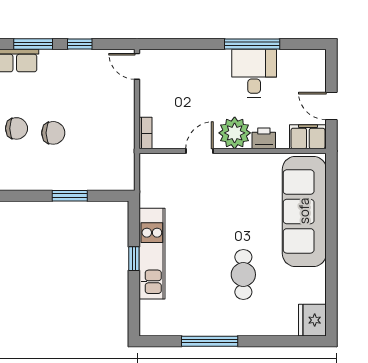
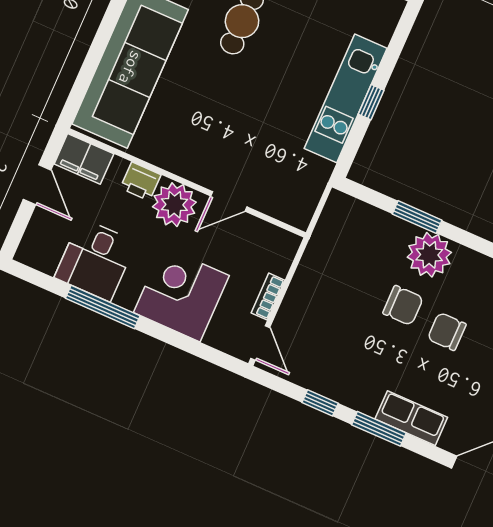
desk: (254, 73) -> (95, 260), moved
corner desk: (204, 76) -> (181, 294), added
chair: (53, 133) -> (403, 305), turned 180
bookcase: (145, 133) -> (268, 297), moved
plant: (51, 174) -> (429, 255), added

